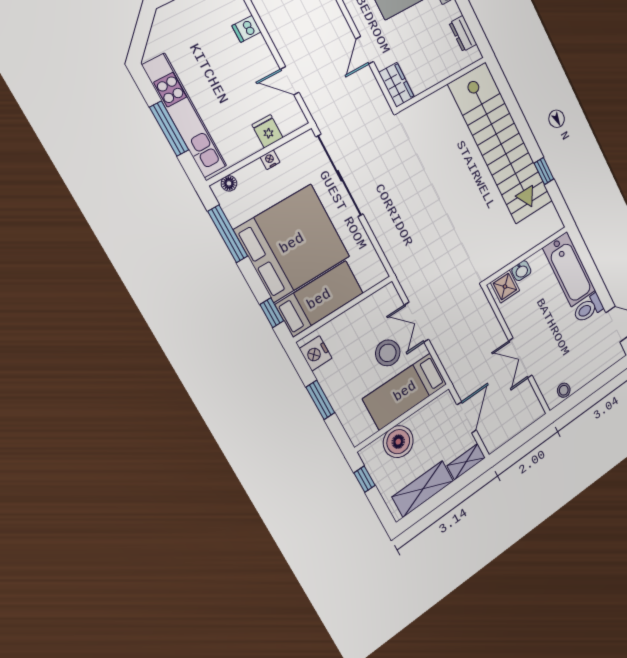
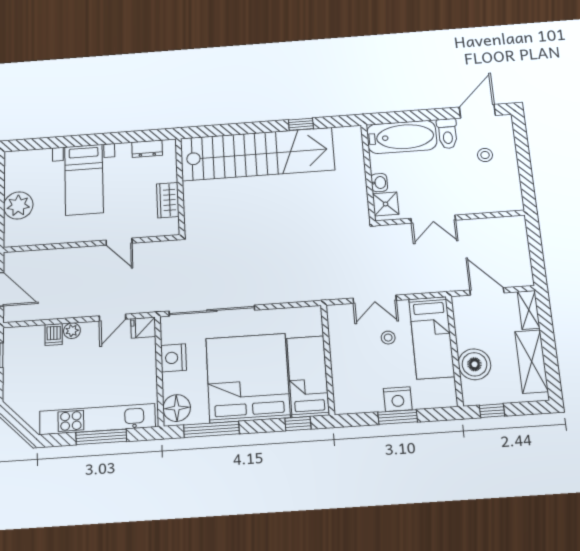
plant: (259, 46) -> (72, 331), added
wardrobe: (397, 85) -> (168, 200), moved, turned -90
fridge: (267, 131) -> (143, 328), moved
nightstand: (270, 160) -> (174, 358), width x1.89, depth x1.79
floor lamp: (229, 183) -> (177, 408), width x1.89, depth x1.89
nightstand: (316, 353) -> (398, 399), moved
stool: (388, 353) -> (388, 338), width x0.53, depth x0.53
double door: (520, 358) -> (433, 219), moved
stool: (564, 390) -> (485, 155), moved

